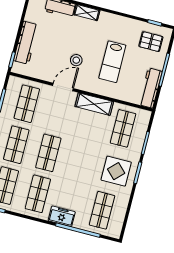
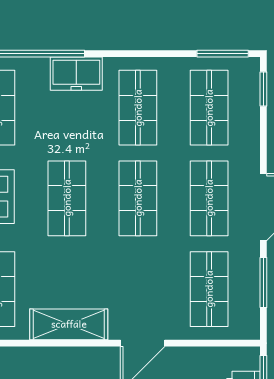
shop shelf: (80, 161) -> (67, 198), added

